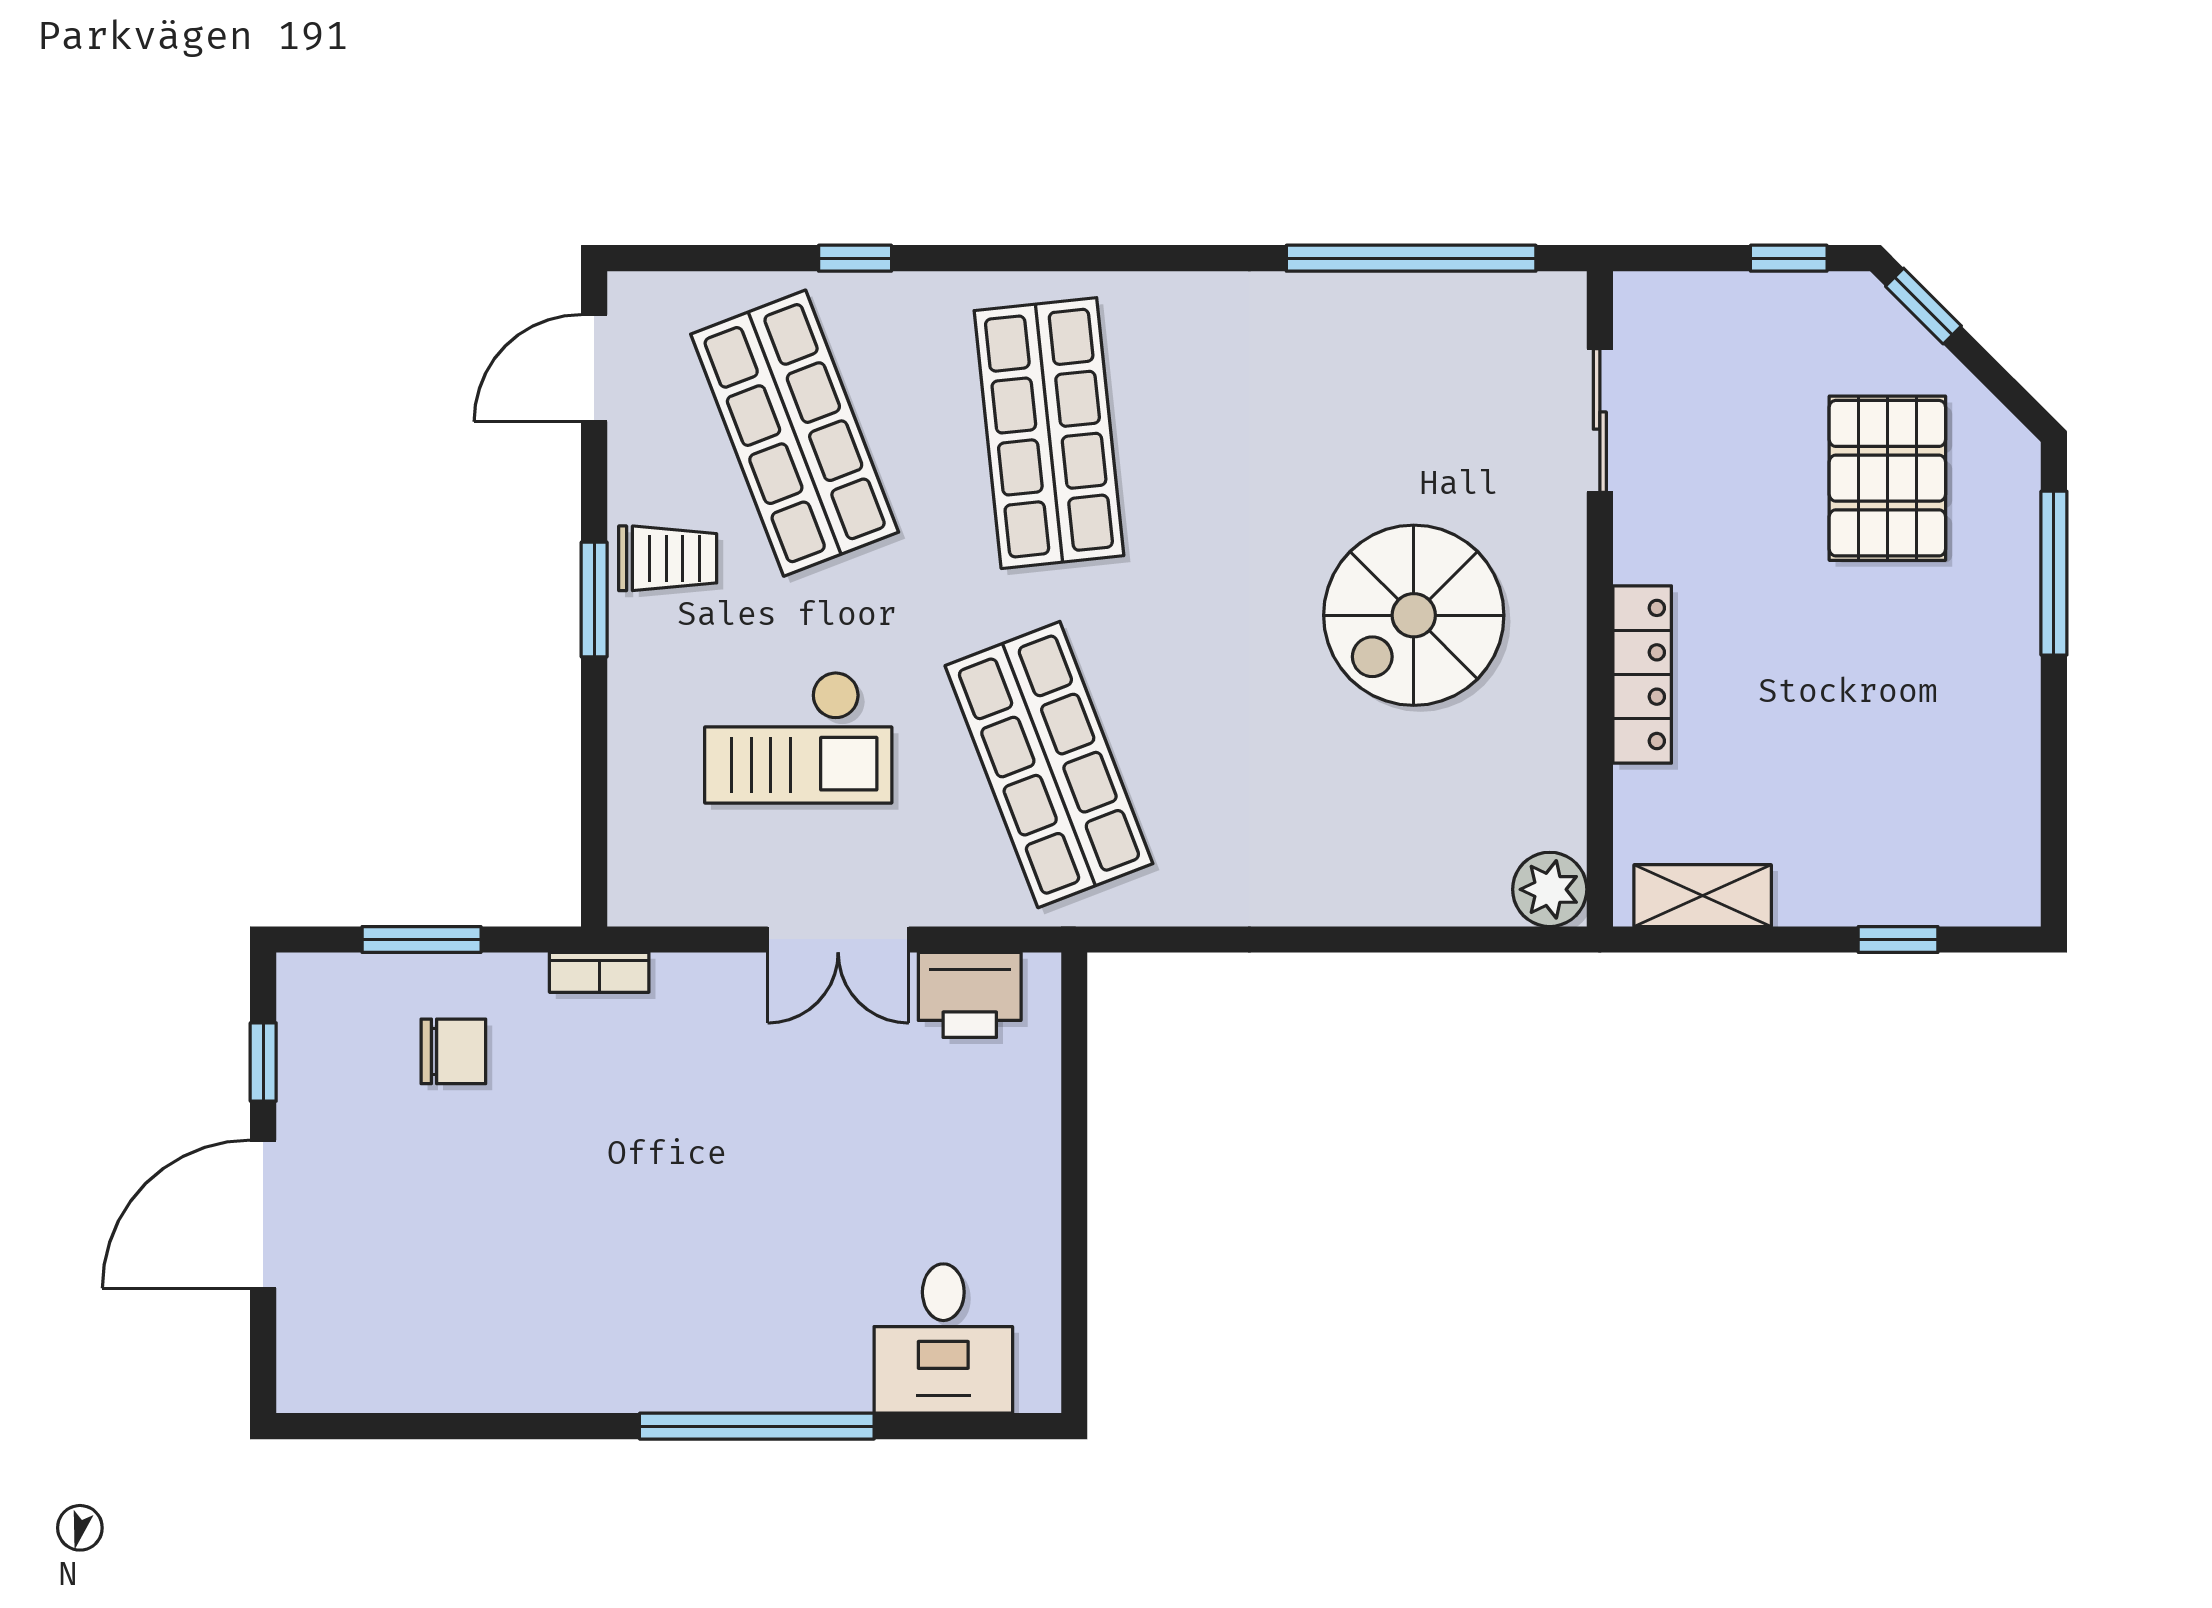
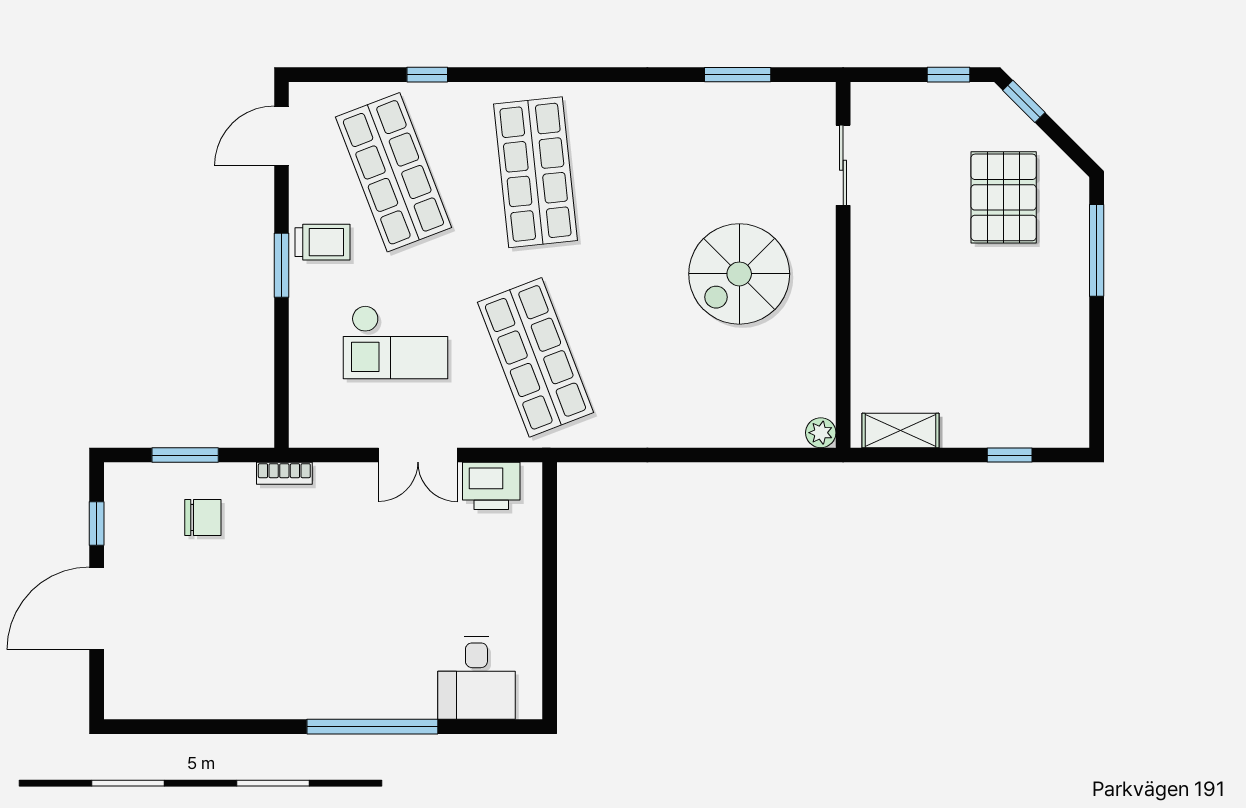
window: (1411, 258) -> (738, 75), width x0.47
locker: (1642, 674) -> (867, 307), removed
plant: (1550, 889) -> (821, 433), width x0.73, depth x0.73

